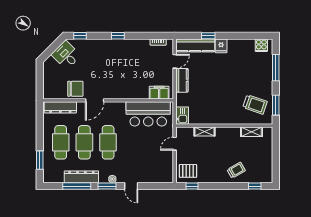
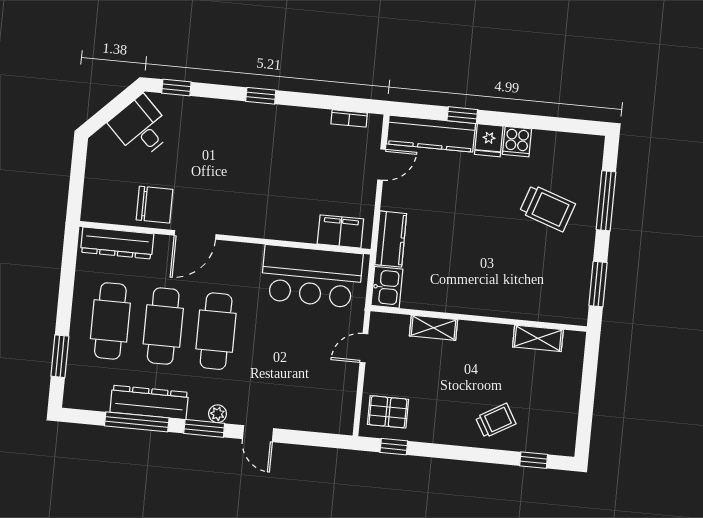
cooker: (261, 45) -> (517, 142), moved
kitchen counter: (182, 80) -> (391, 239), moved
trolley: (255, 104) -> (547, 208), moved

